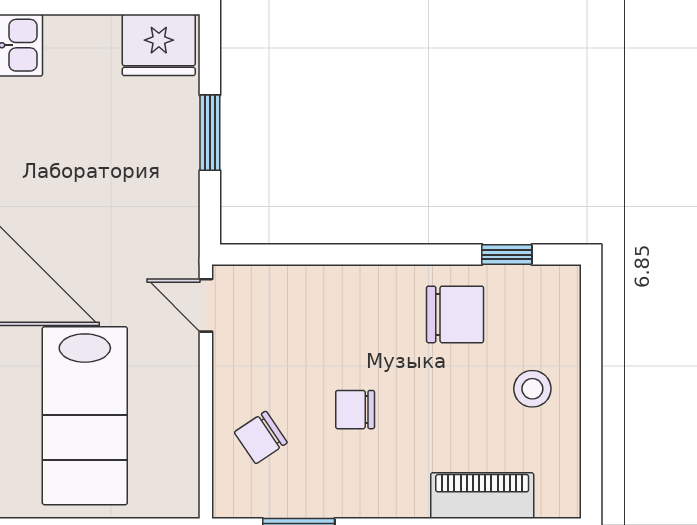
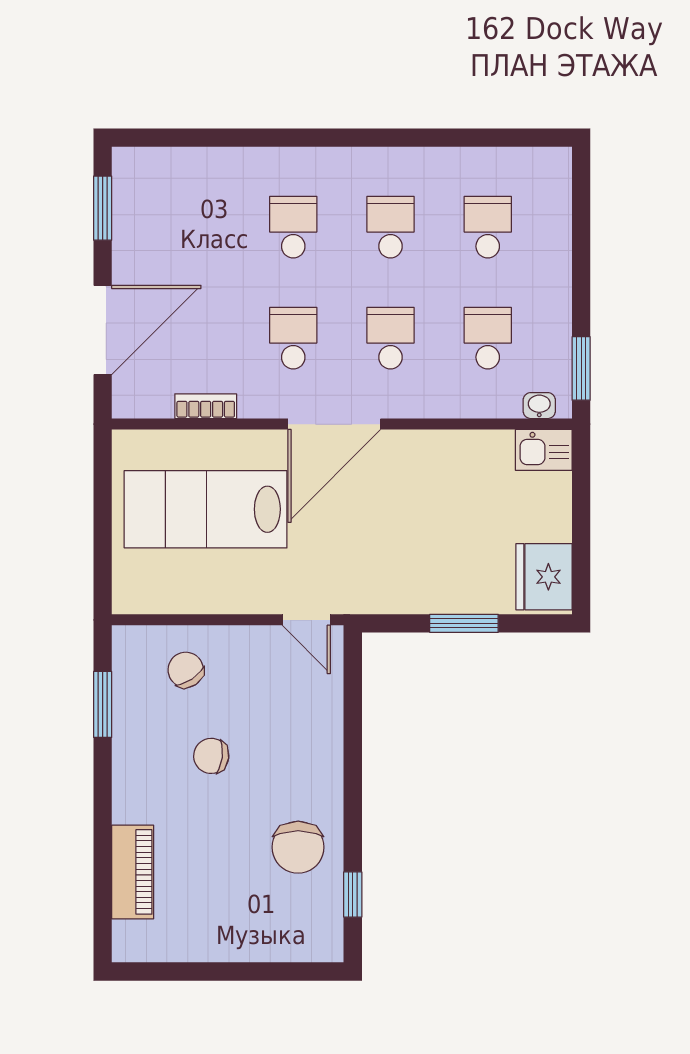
door: (206, 305) -> (306, 620), swing flipped
stool: (532, 389) -> (230, 918), removed
chair: (355, 410) -> (211, 756), turned -83

